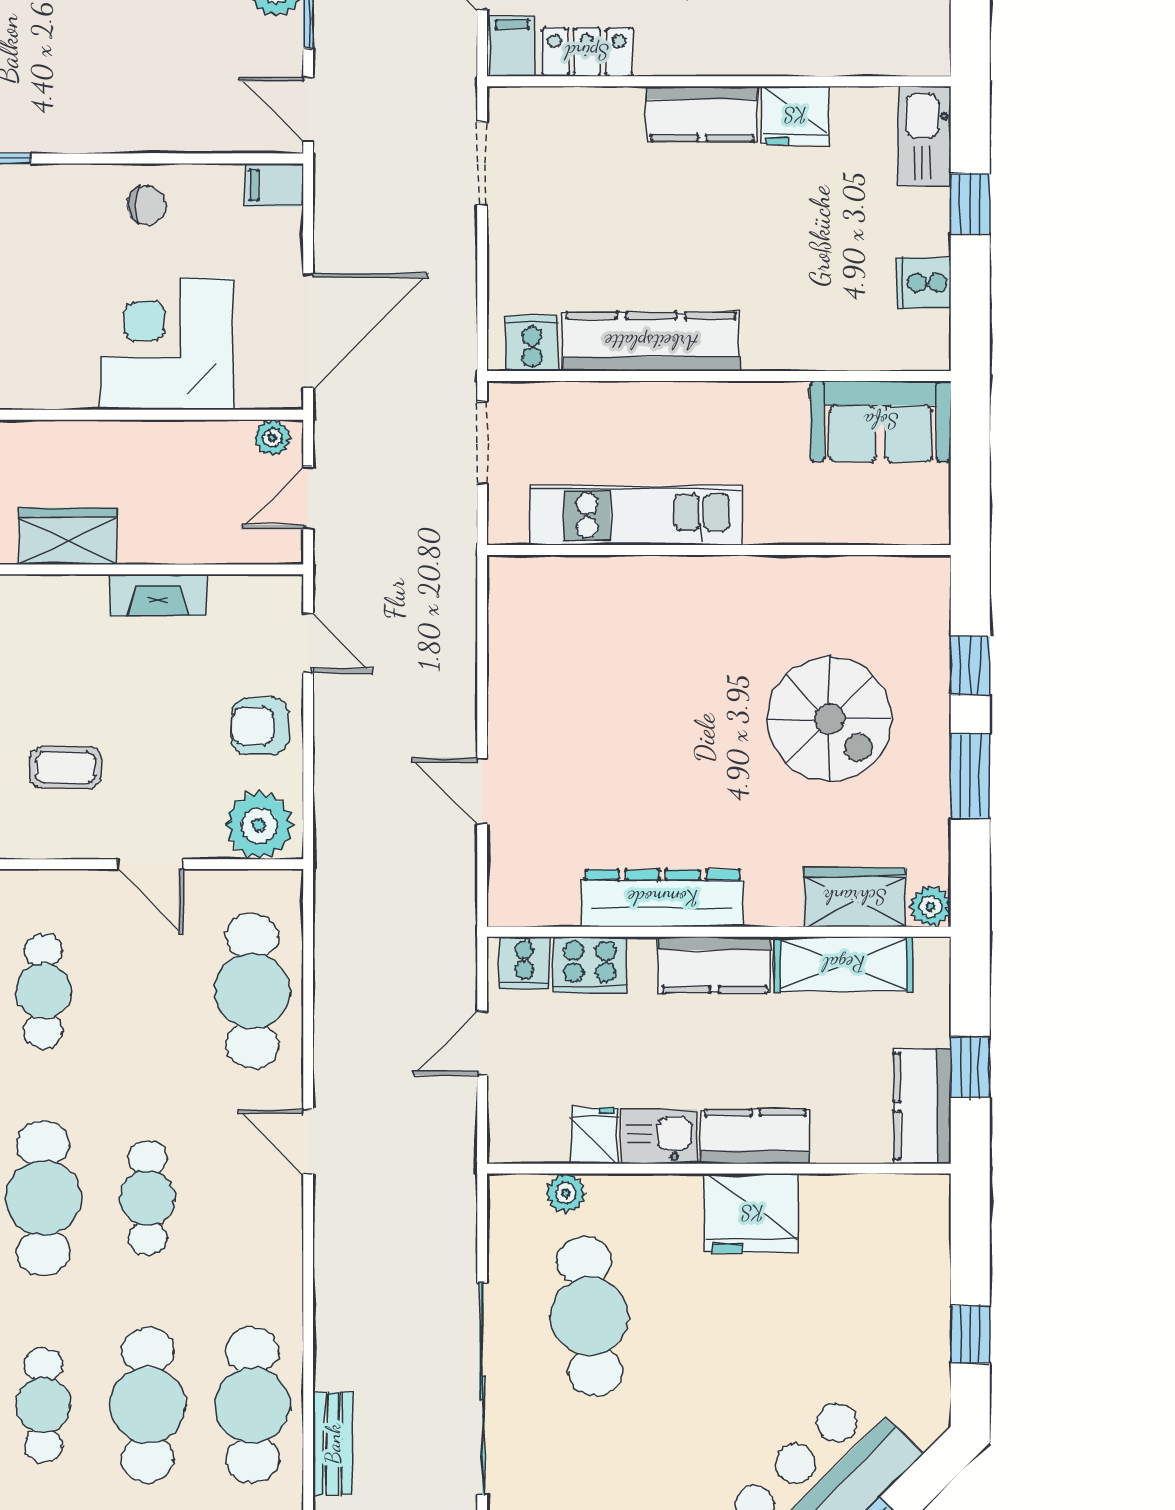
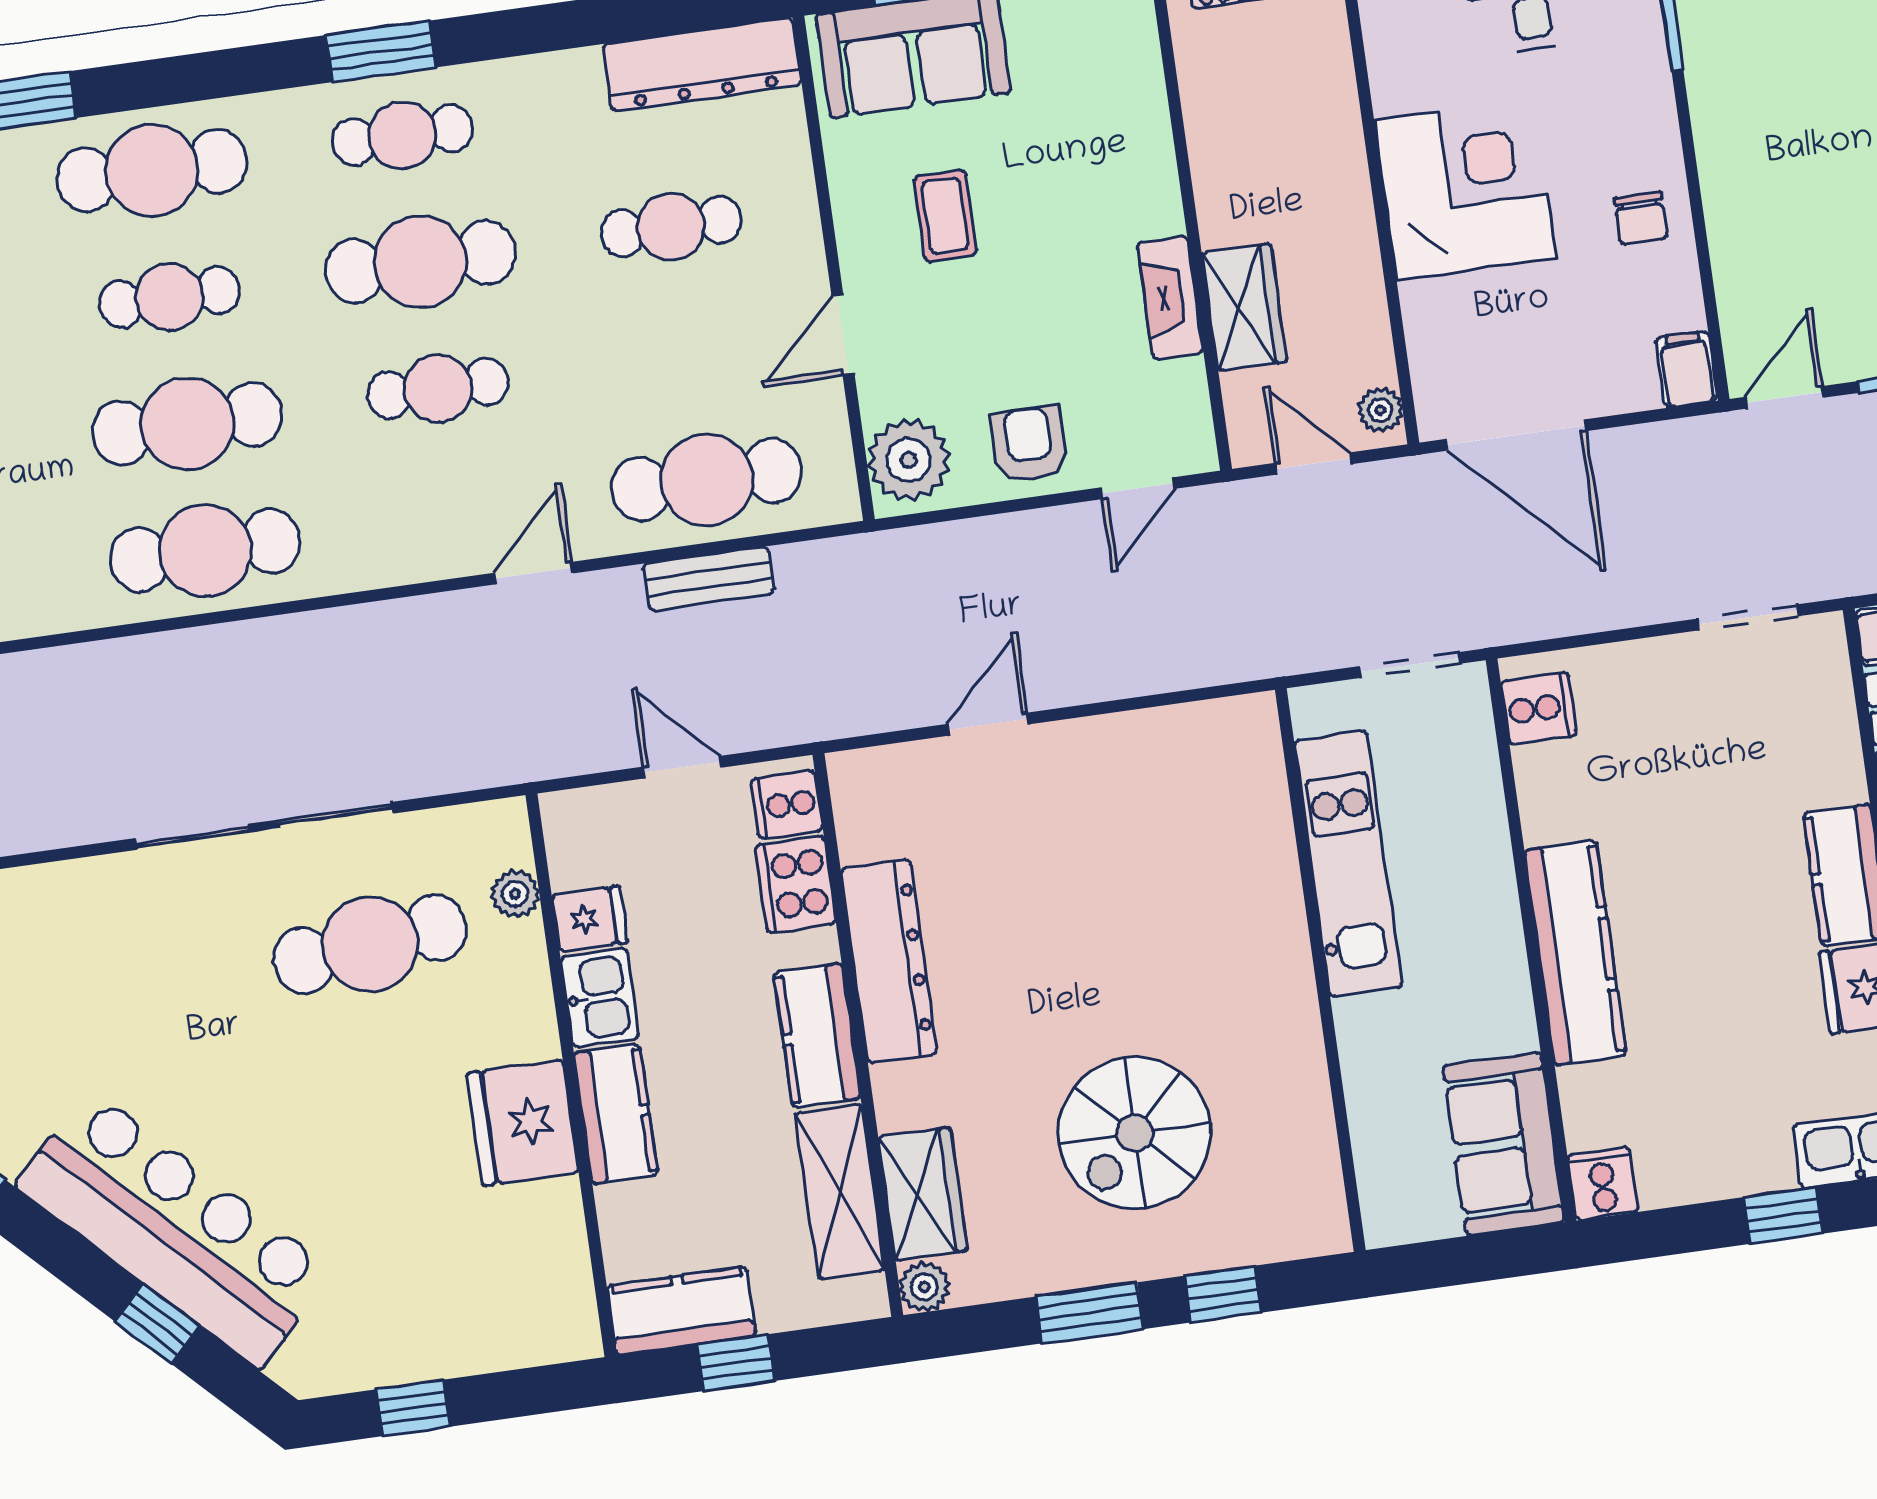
cooker: (924, 283) -> (1603, 1183), moved
kitchen counter: (651, 342) -> (1575, 953), moved
corner desk: (167, 344) -> (1465, 189), moved
wardrobe: (67, 536) -> (1244, 307), moved
bench: (333, 1444) -> (709, 579), moved

